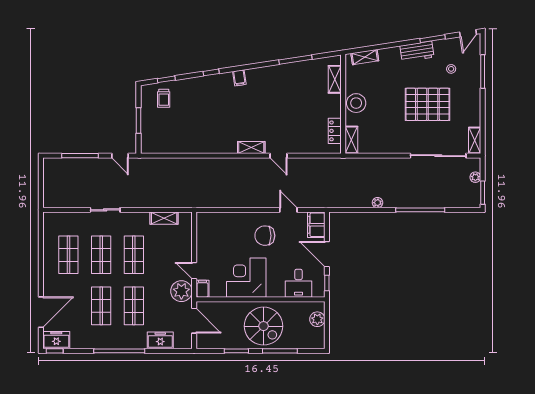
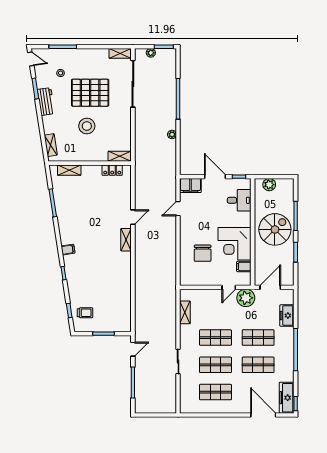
stool: (356, 103) -> (87, 126), moved
pallet: (427, 104) -> (90, 93), turned 90
chair: (265, 236) -> (203, 253), moved
door: (327, 254) -> (215, 177), swing flipped
filing cabinet: (202, 289) -> (244, 266), moved
freezer: (56, 340) -> (287, 398), width x1.40

